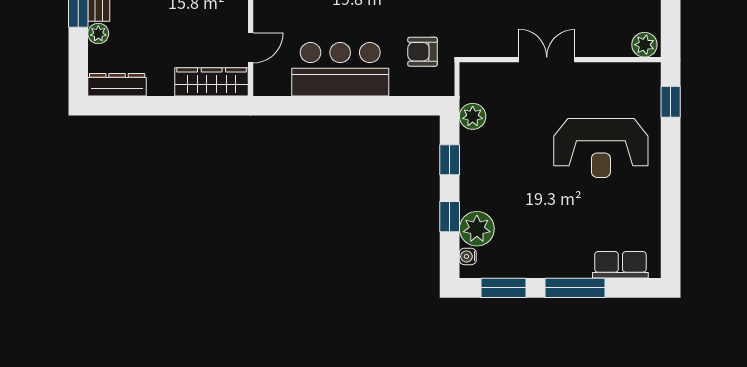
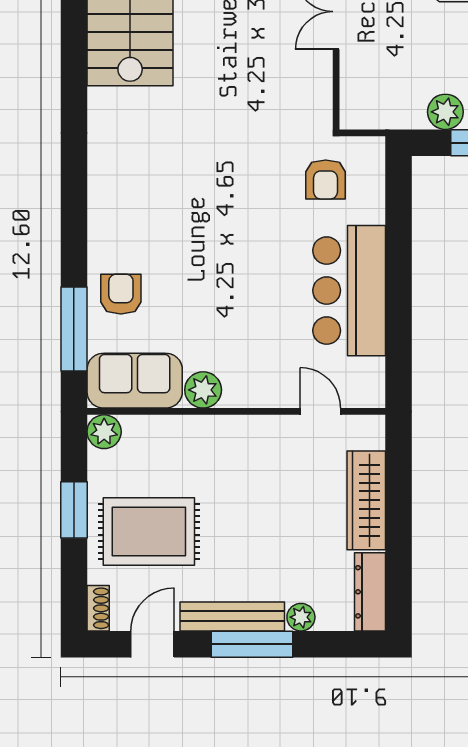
wardrobe: (212, 82) -> (366, 500), moved
plant: (473, 116) -> (445, 112), moved

